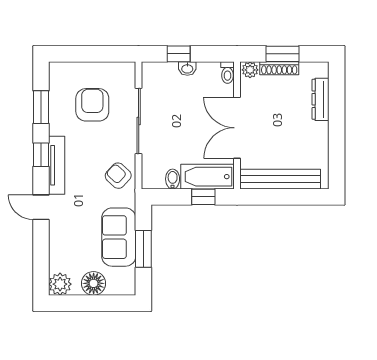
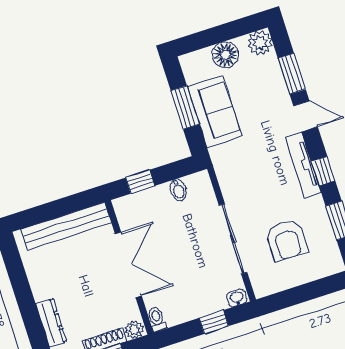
washbasin: (187, 69) -> (237, 298), moved
armchair: (118, 176) -> (236, 175), removed
bathtub: (208, 177) -> (143, 204), removed
window: (41, 248) -> (292, 74), added

